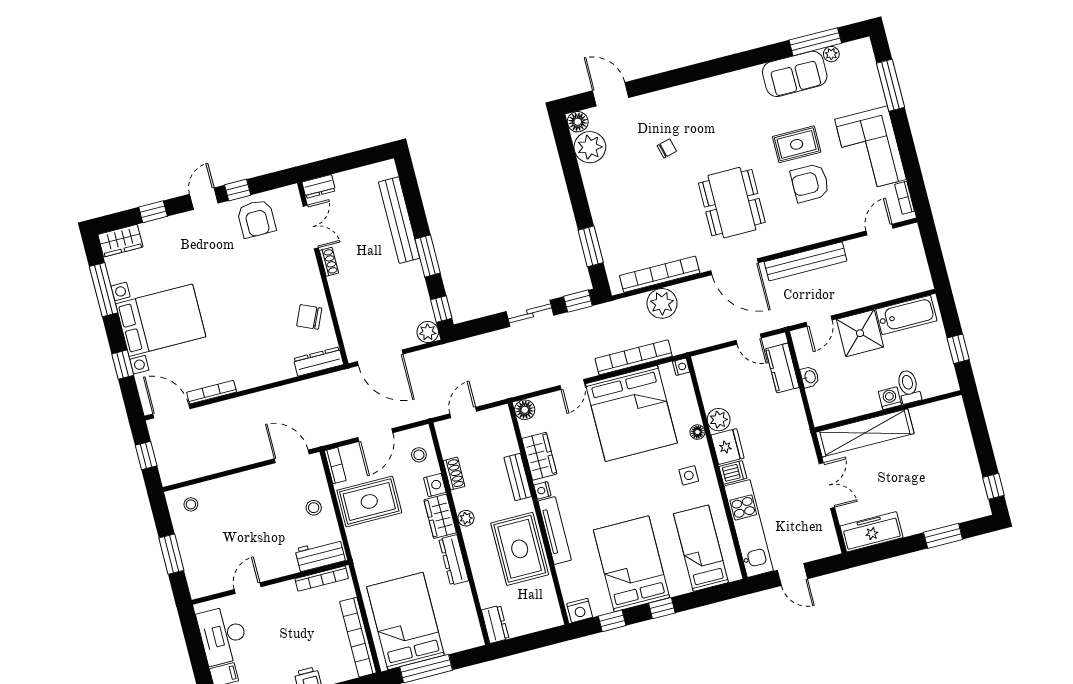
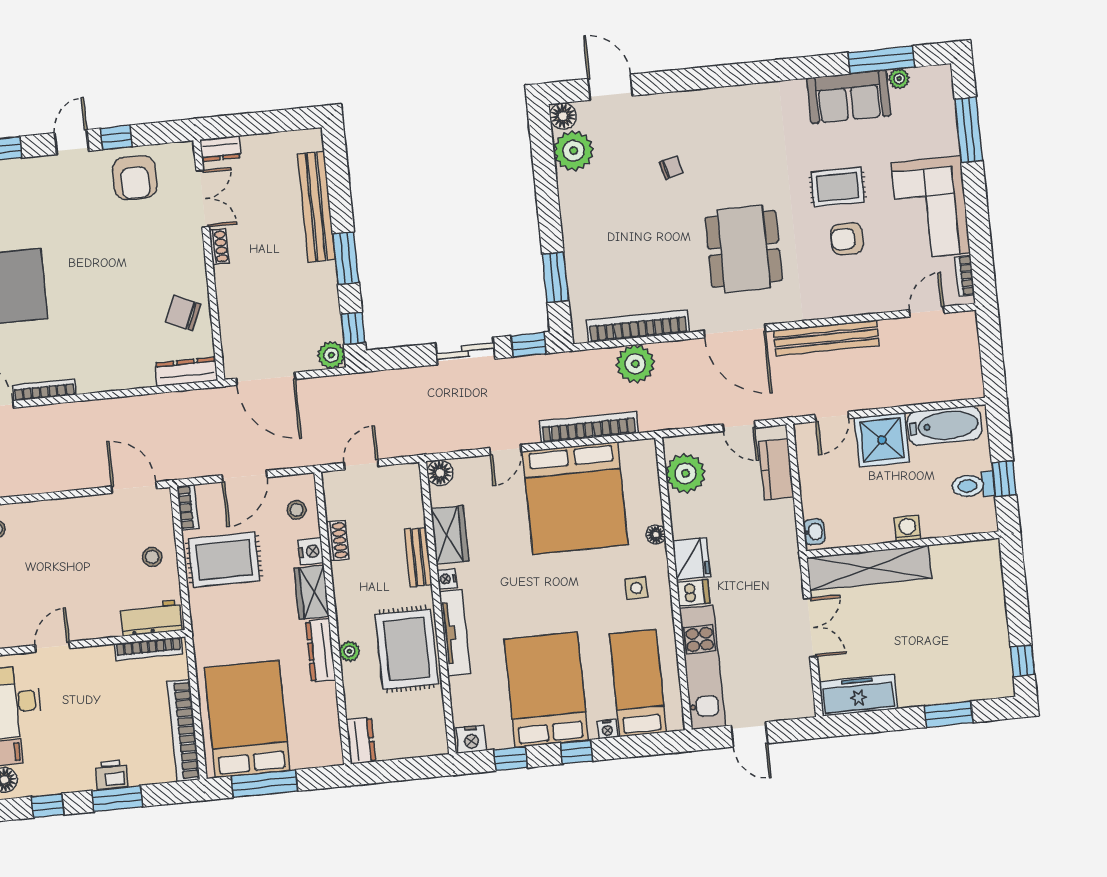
armchair: (810, 183) -> (847, 239), width x0.72, depth x0.72
nightstand: (681, 367) -> (607, 729), moved, turned 90
washbasin: (810, 377) -> (814, 532), moved
toilet: (909, 387) -> (973, 485), moved, turned -90
plant: (719, 420) -> (685, 473), moved, width x1.36, depth x1.36
plant: (466, 518) -> (349, 651), moved

